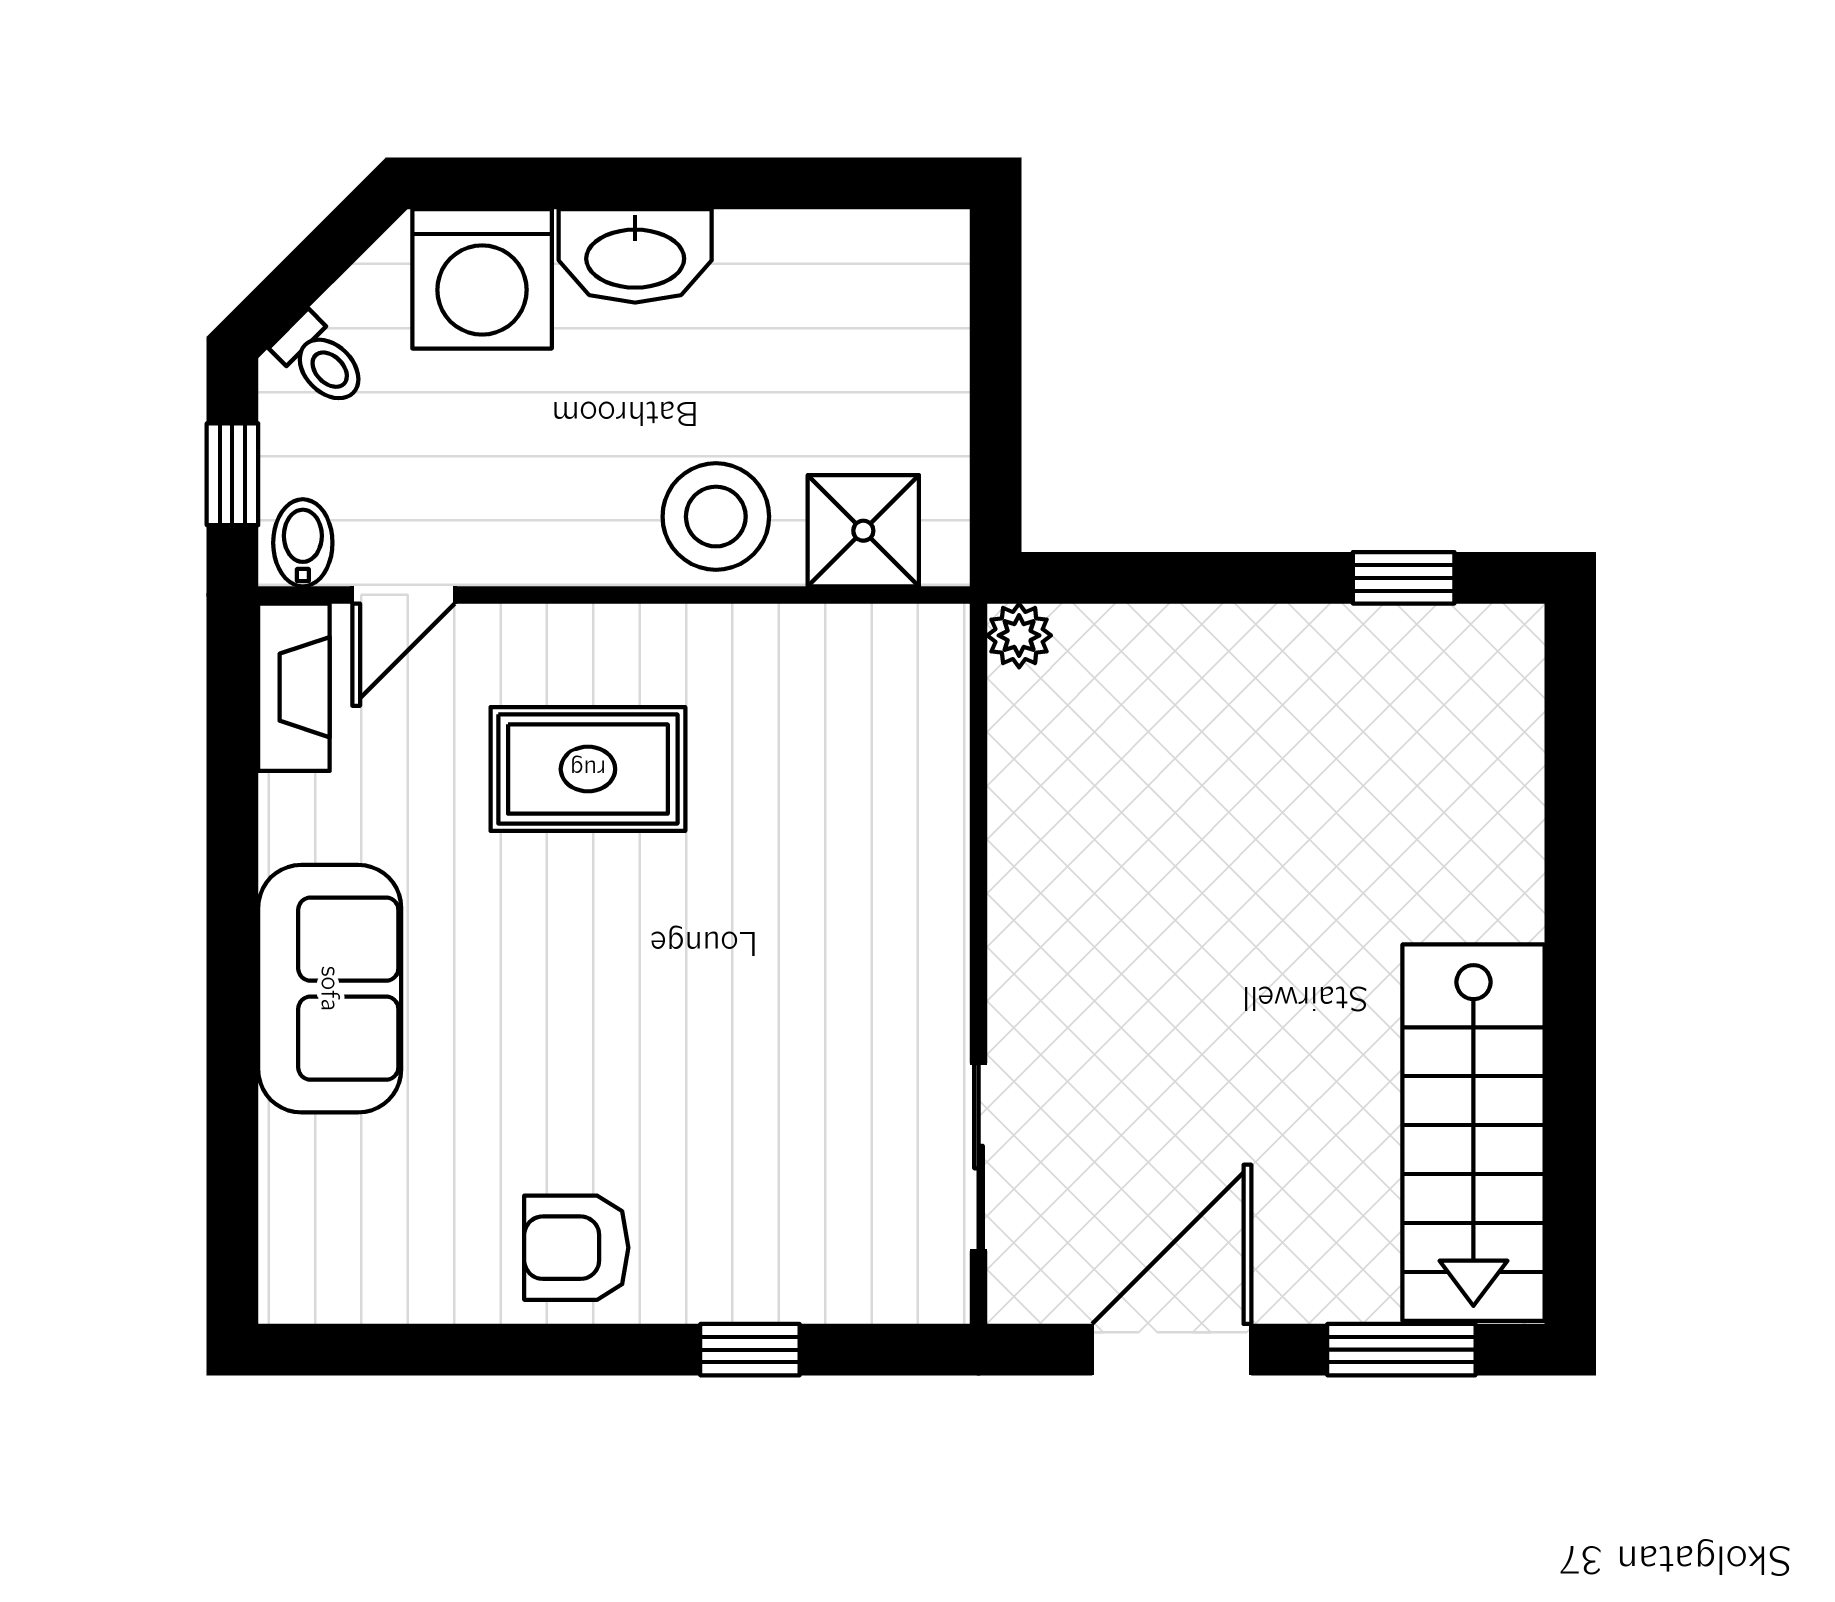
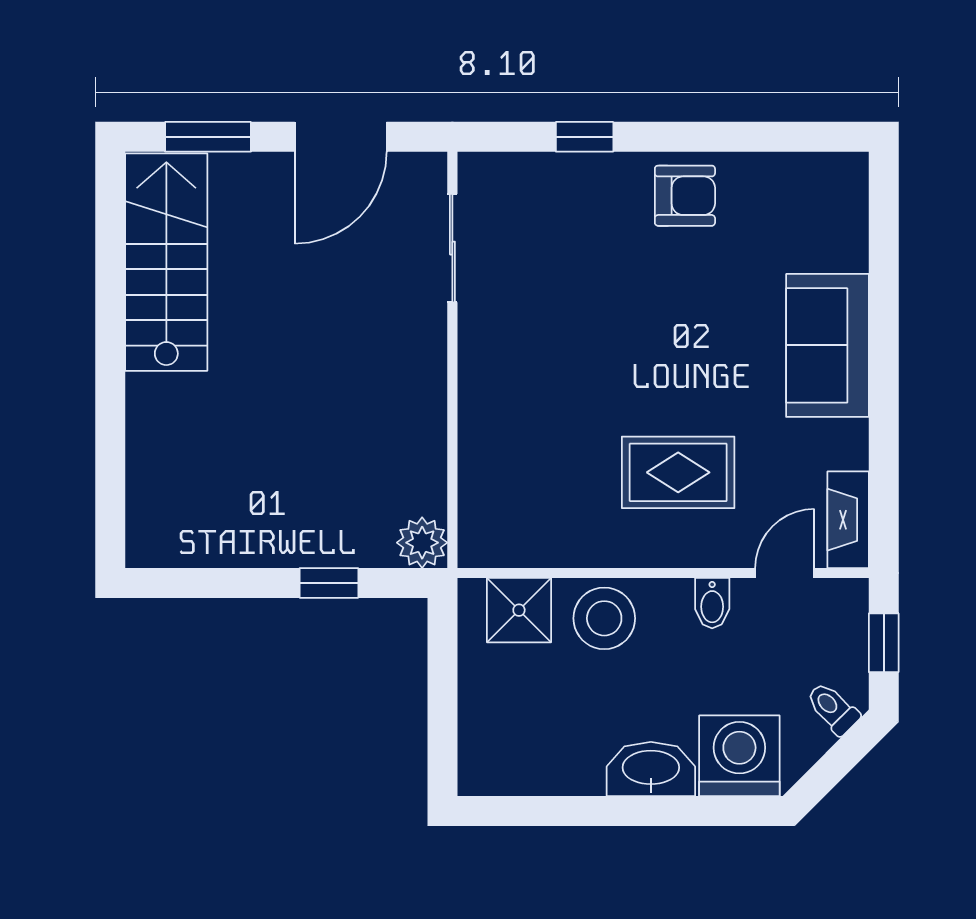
bidet: (303, 543) -> (712, 603), moved
window: (1404, 578) -> (329, 583), moved
plant: (1019, 635) -> (422, 543), width x1.38, depth x1.38

